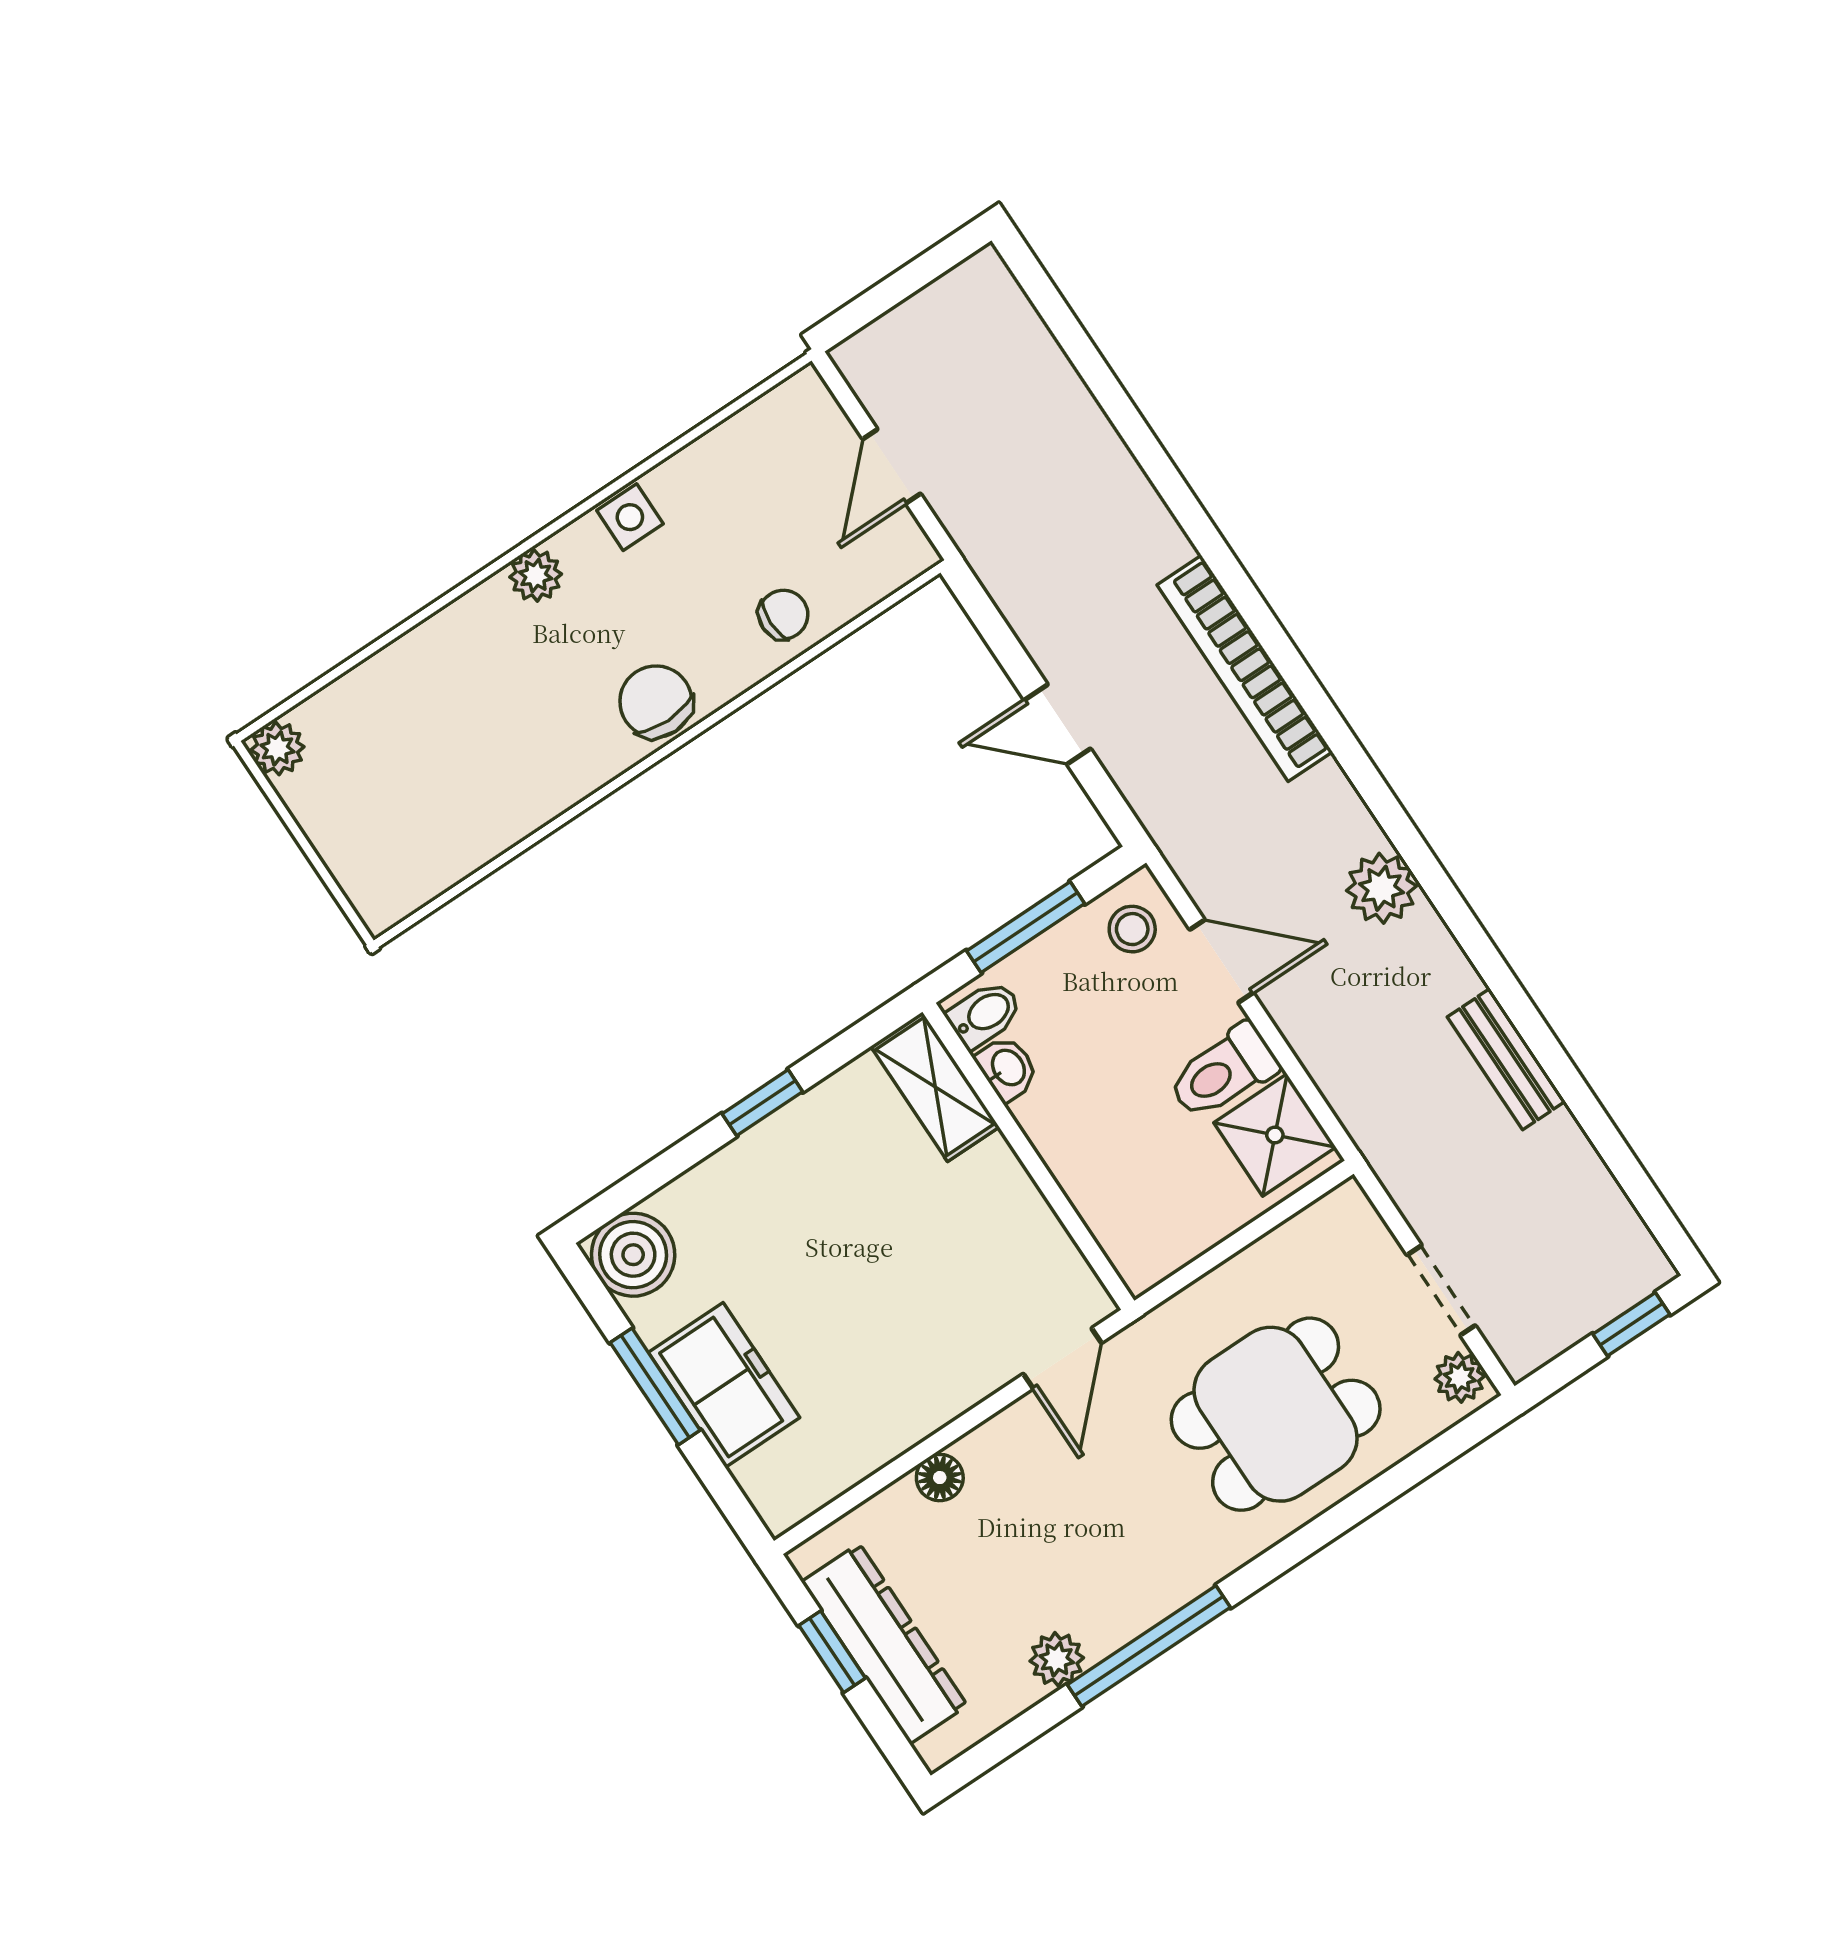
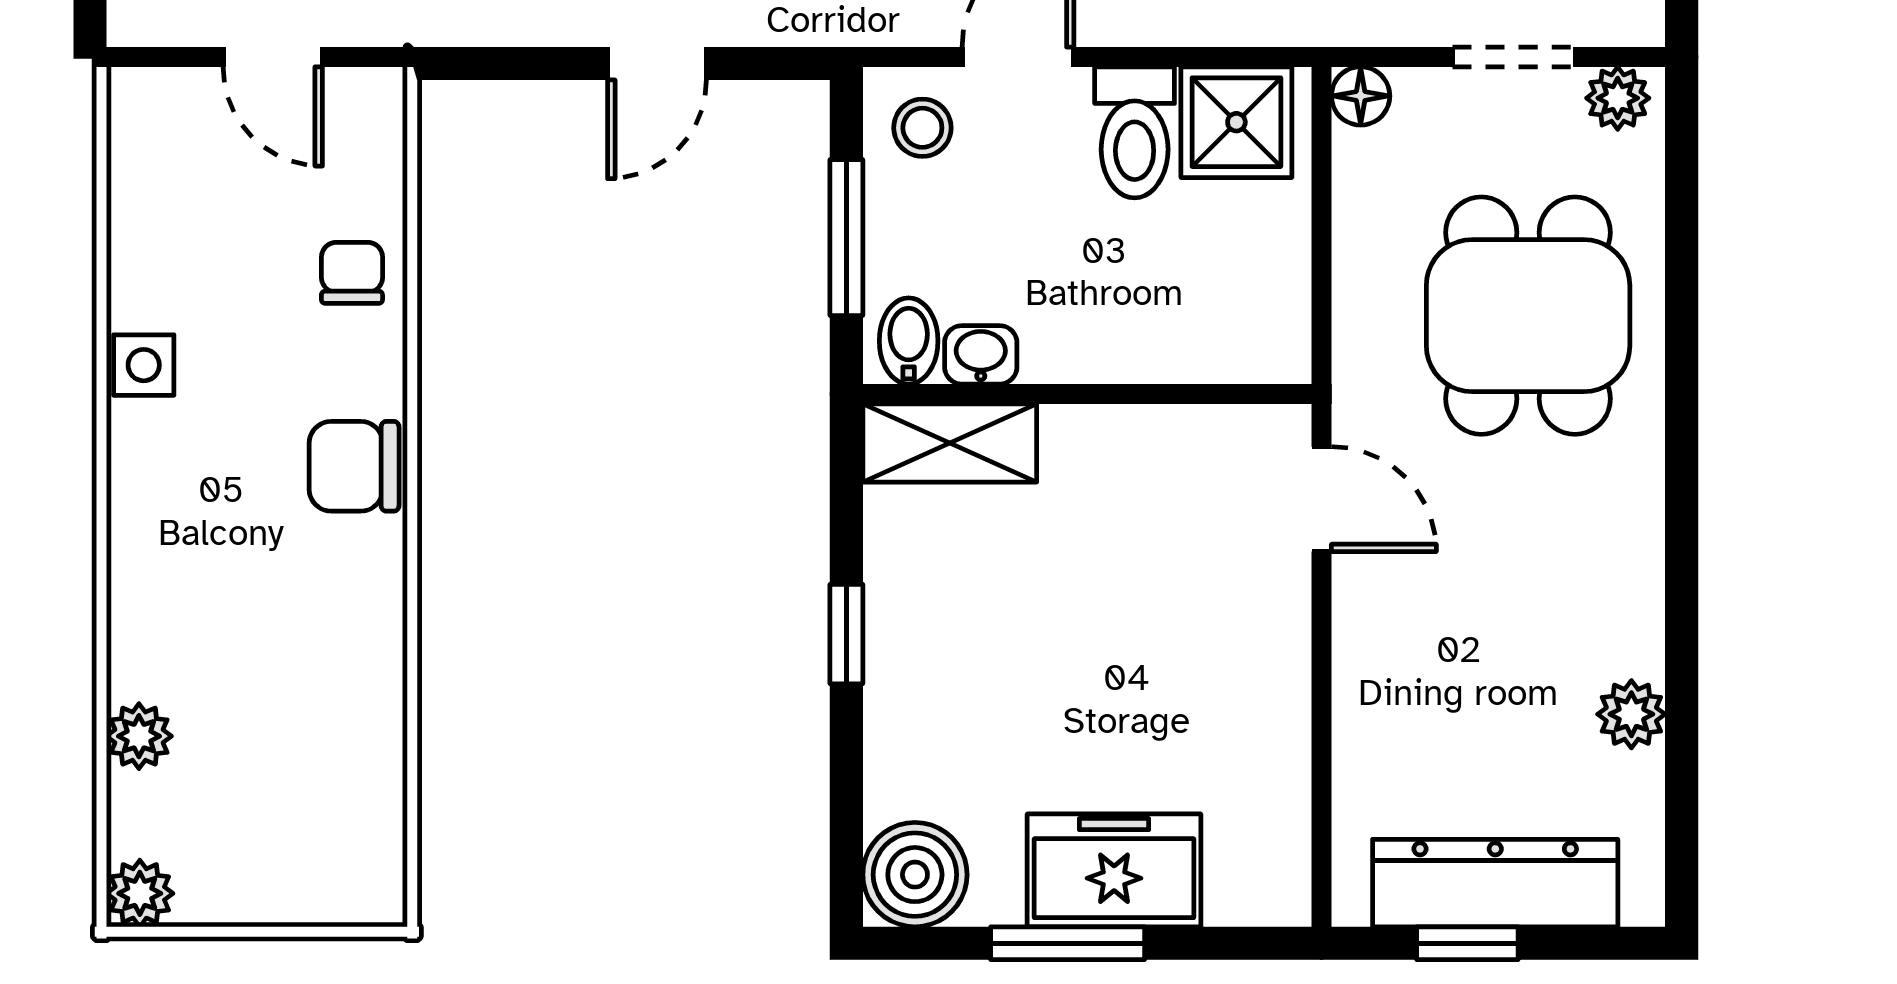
plant: (536, 575) -> (139, 736), moved
floor lamp: (940, 1478) -> (1361, 96), moved
window: (1149, 1646) -> (1682, 609), removed

